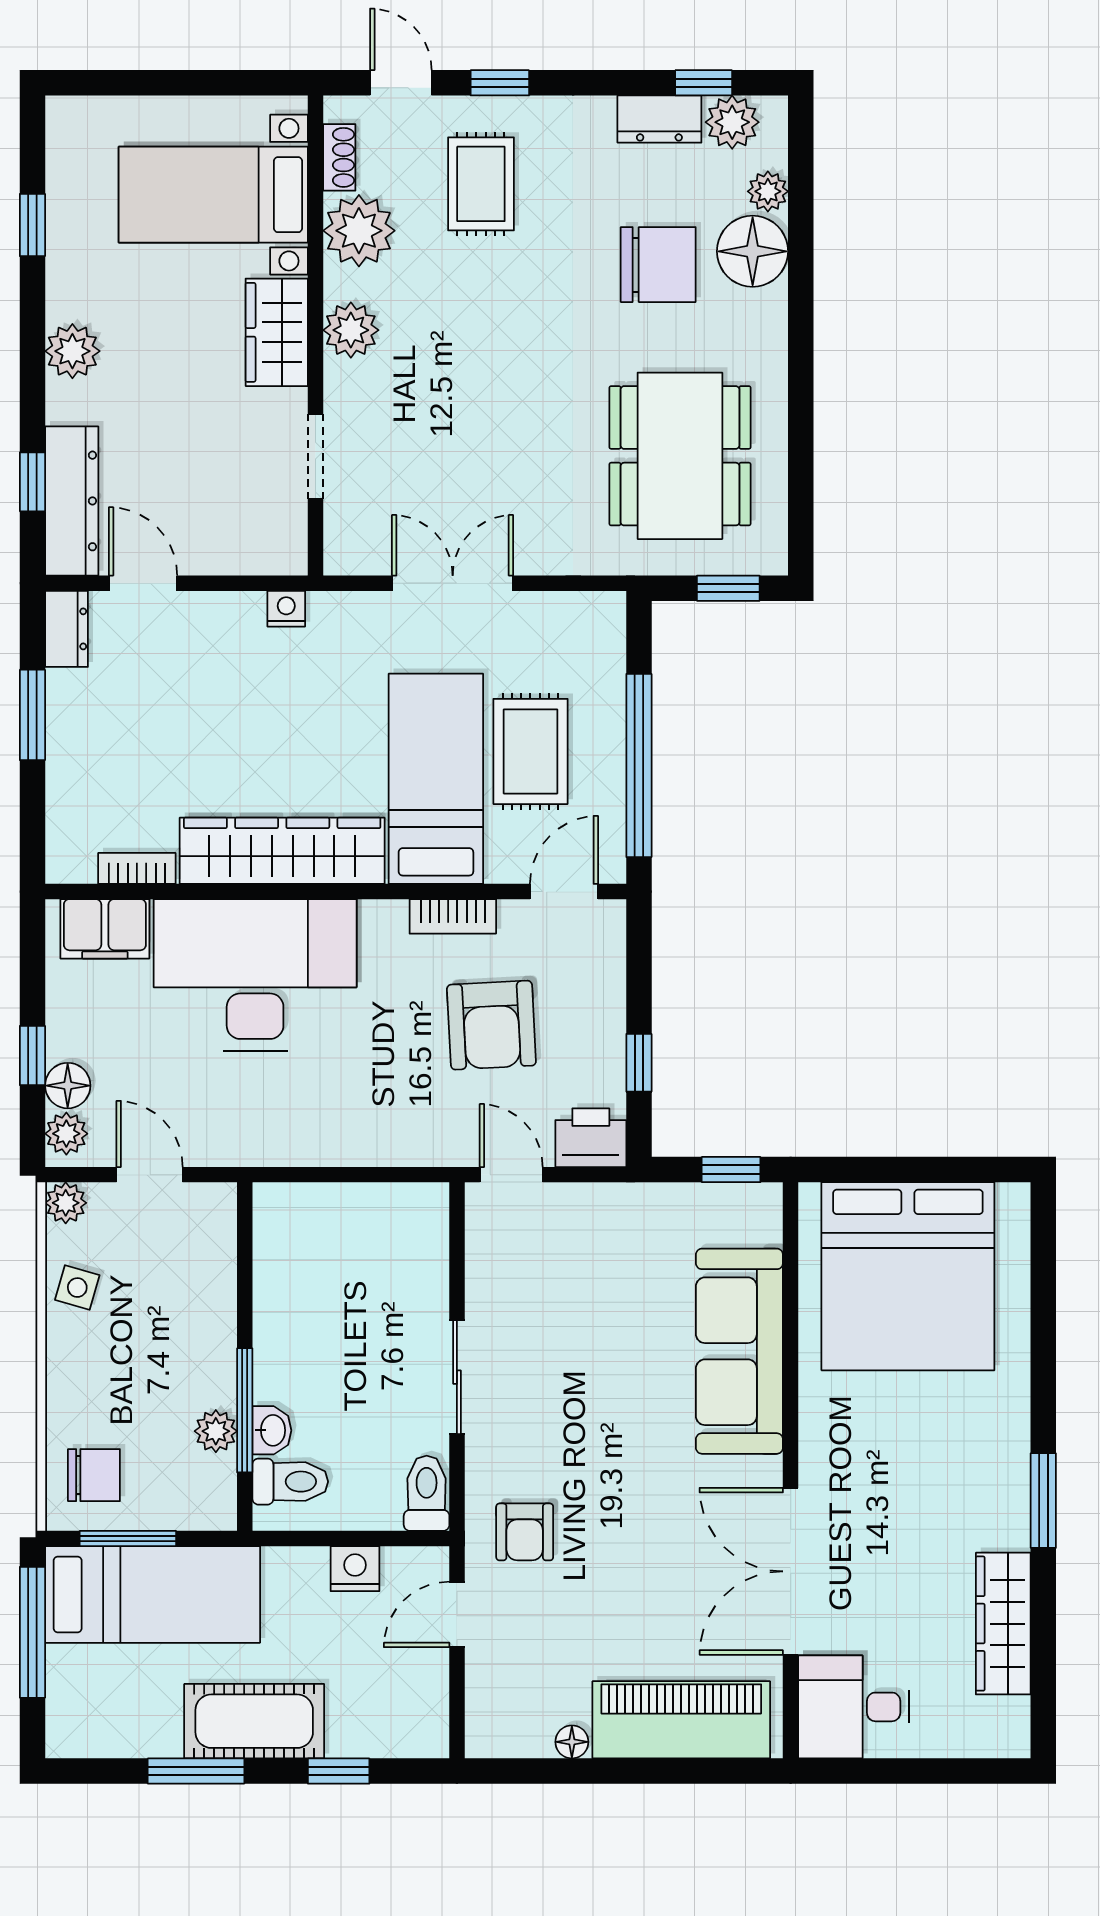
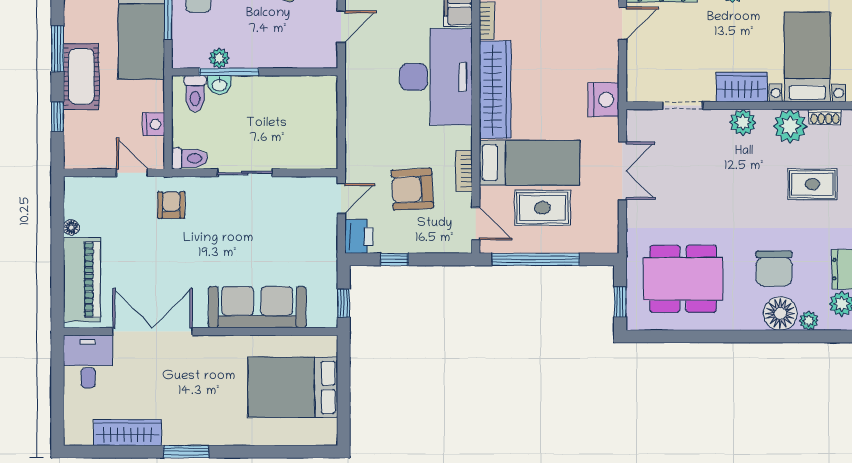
nightstand: (286, 609) -> (604, 100), width x1.89, depth x1.79
bed: (908, 1276) -> (293, 387), width x0.73
armchair: (525, 1532) -> (171, 205), turned 90

